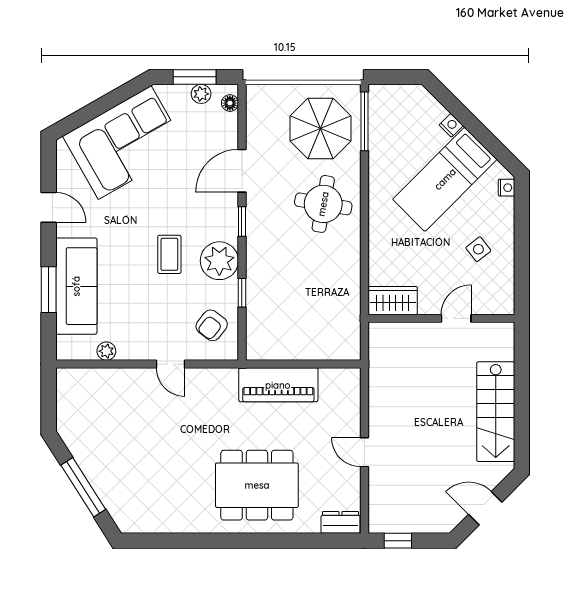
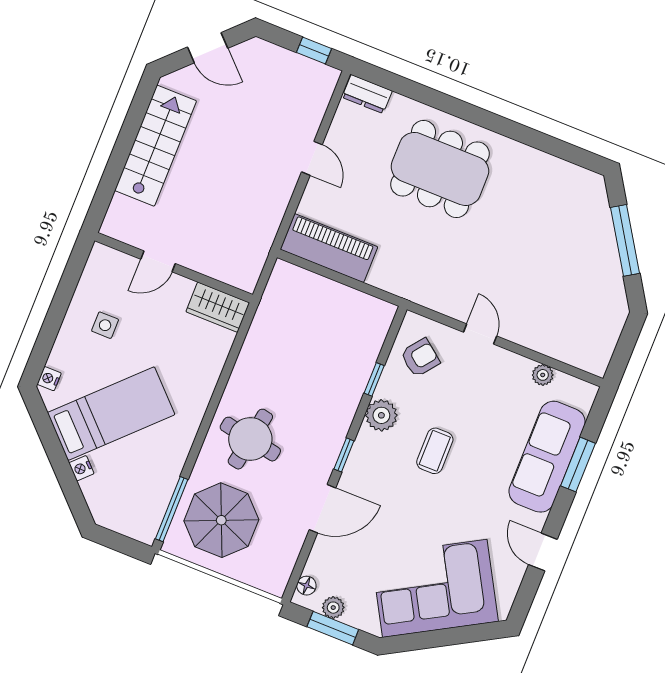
side table: (478, 249) -> (105, 325), turned 38
plant: (219, 261) -> (381, 415), width x0.73, depth x0.73
piano: (278, 385) -> (329, 248), moved

